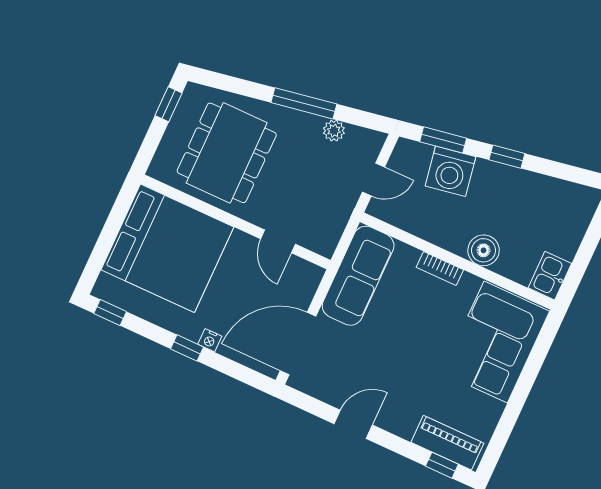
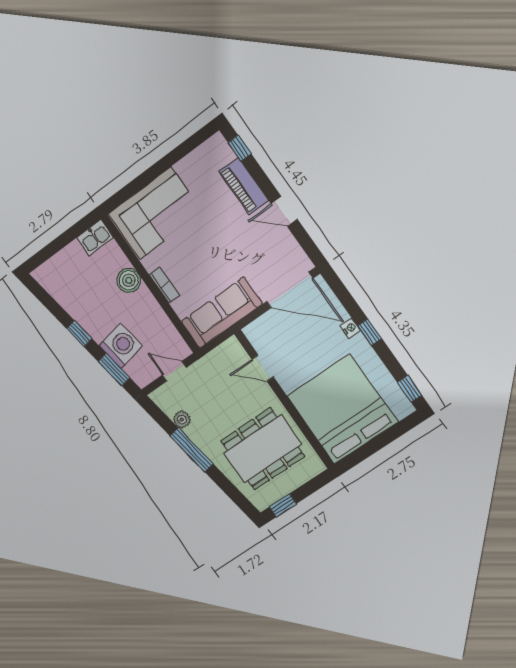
door: (278, 241) -> (263, 368), swing flipped
piano: (447, 443) -> (244, 186), moved

